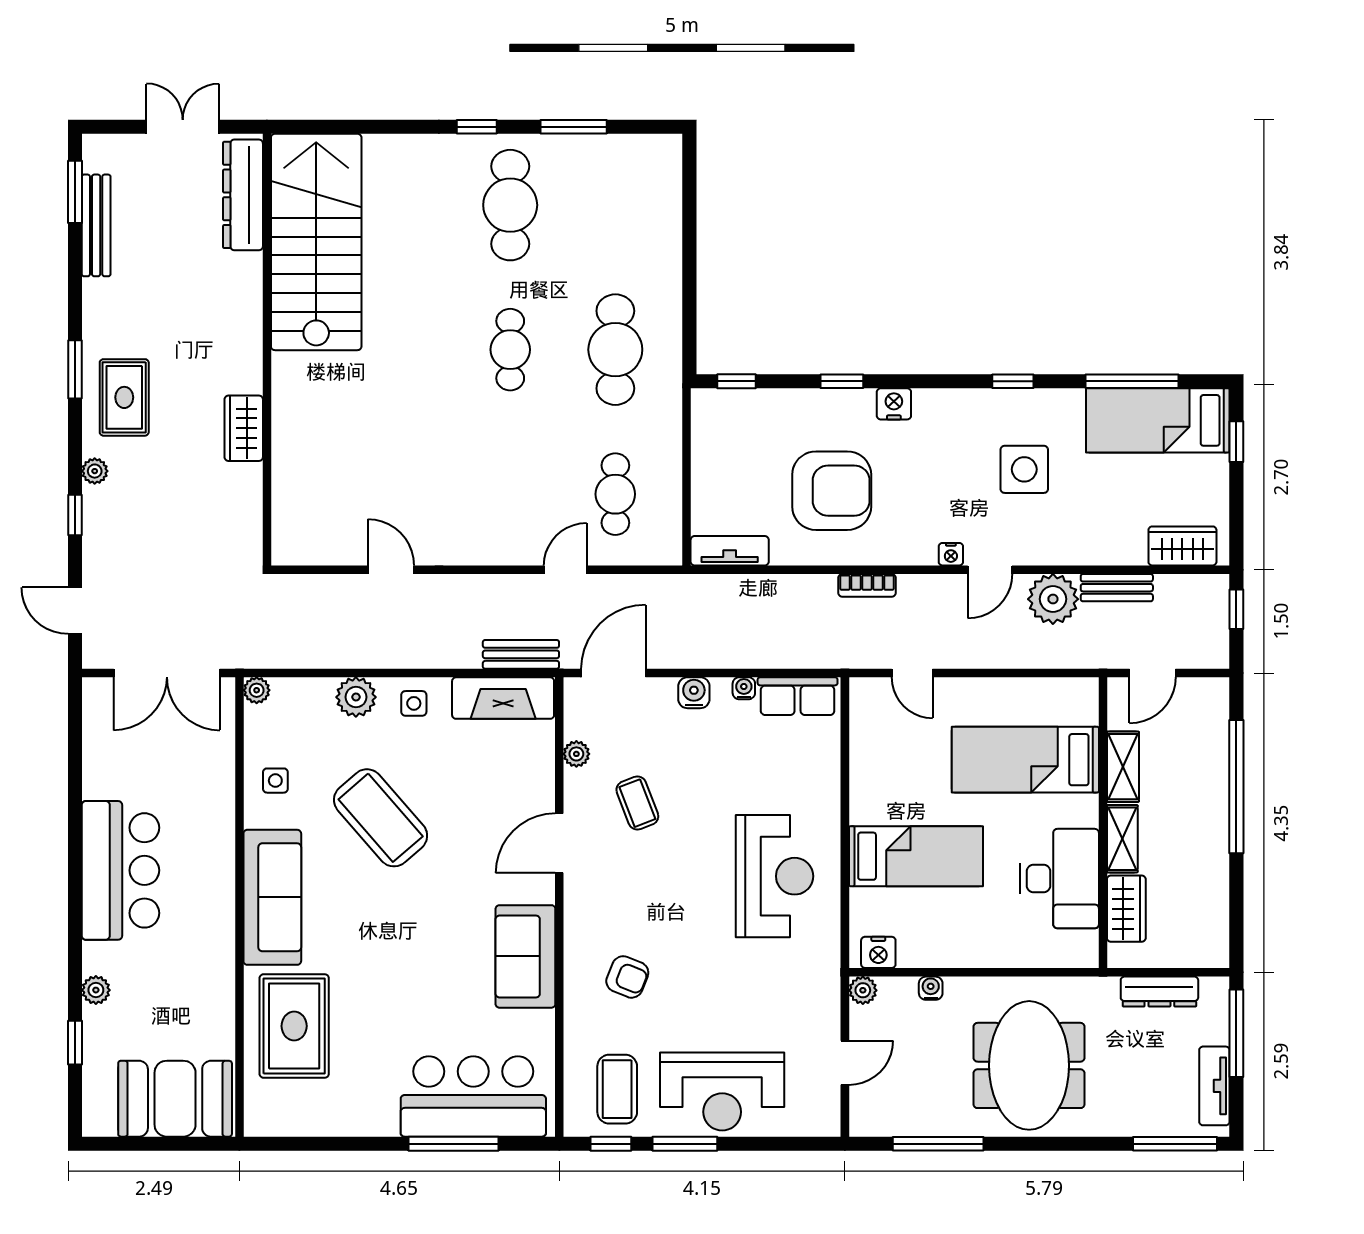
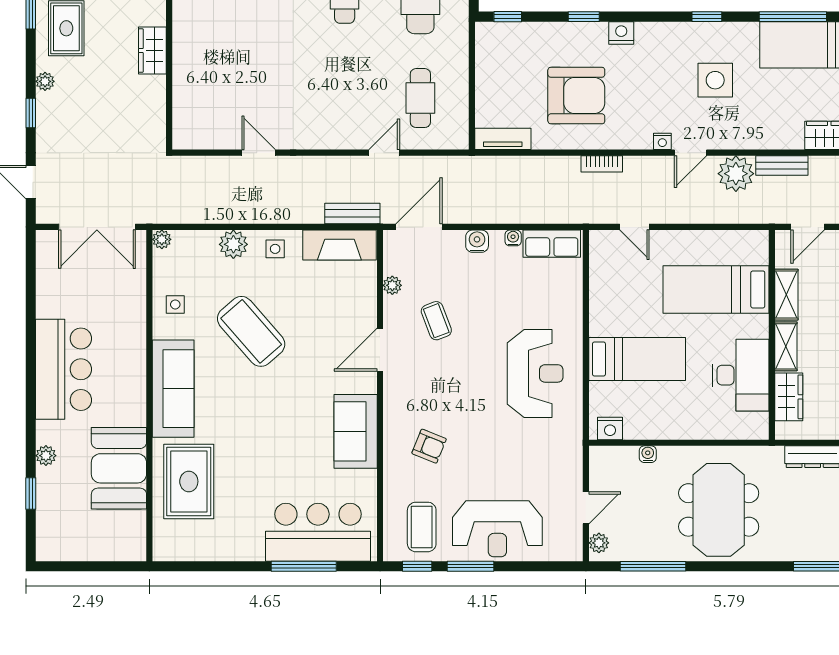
plant: (863, 990) -> (599, 543), moved
booth: (175, 1099) -> (119, 468), moved, turned 90

